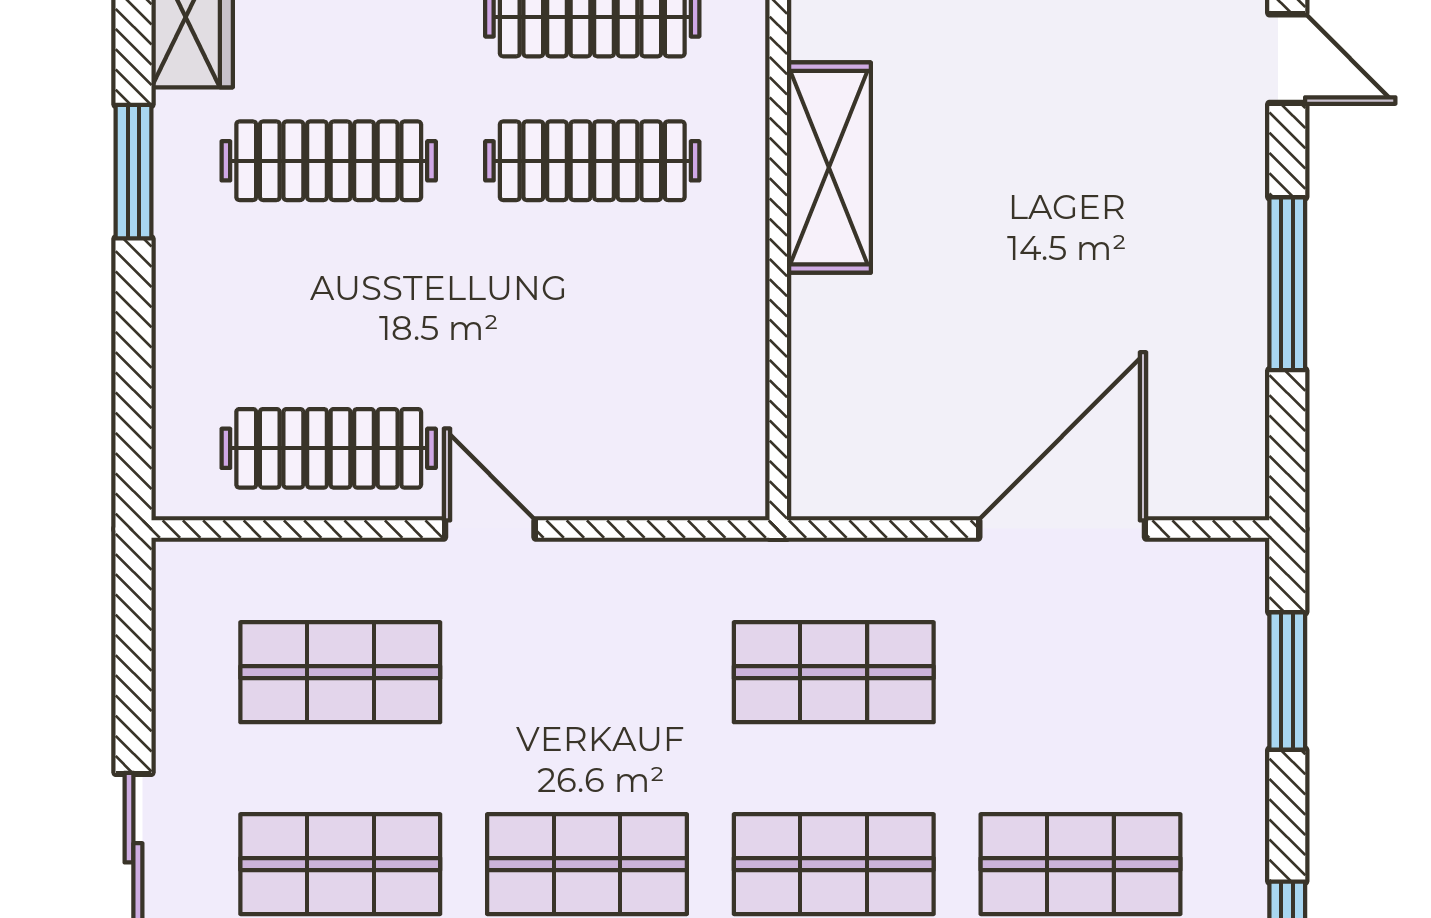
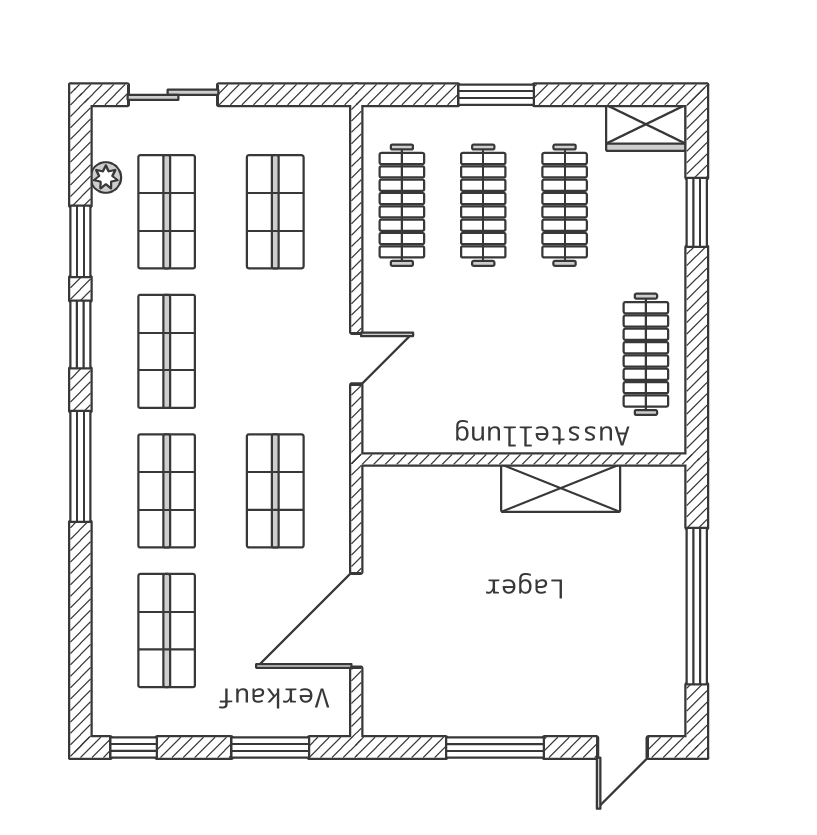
clothes rail: (592, 161) -> (483, 205), moved
window: (133, 172) -> (496, 95), moved
door: (490, 529) -> (356, 359), moved
door: (1062, 529) -> (356, 620), swing flipped

